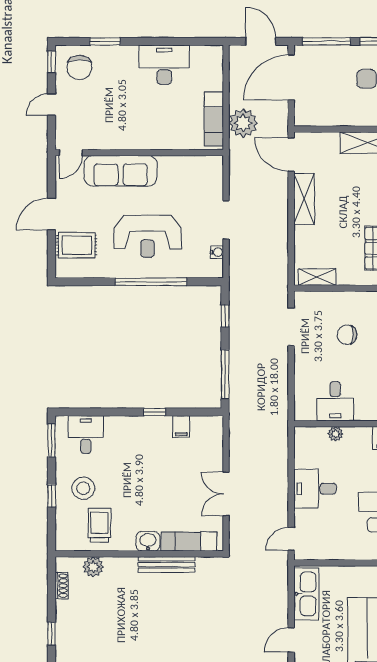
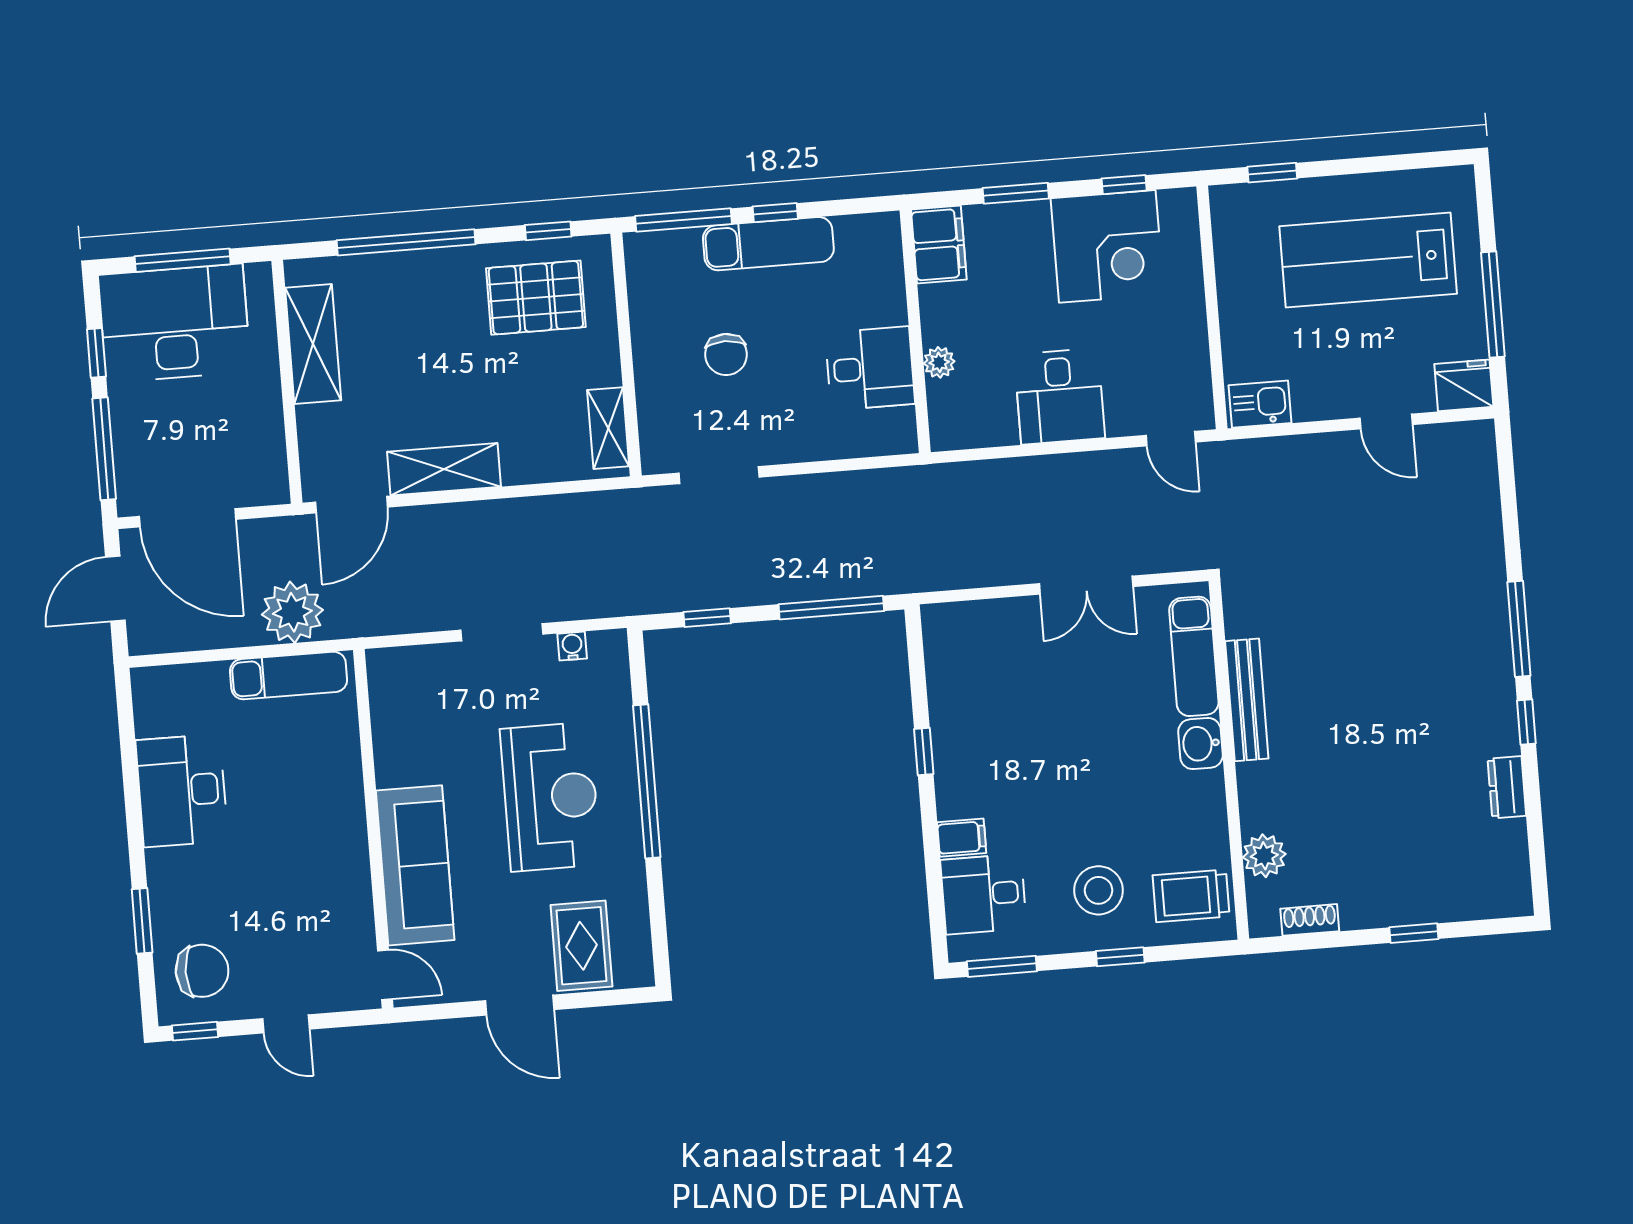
filing cabinet: (181, 426) -> (962, 838), moved
trolley: (100, 525) -> (1191, 896), moved
kitchen sink: (306, 594) -> (1260, 404), width x0.53, depth x0.81

